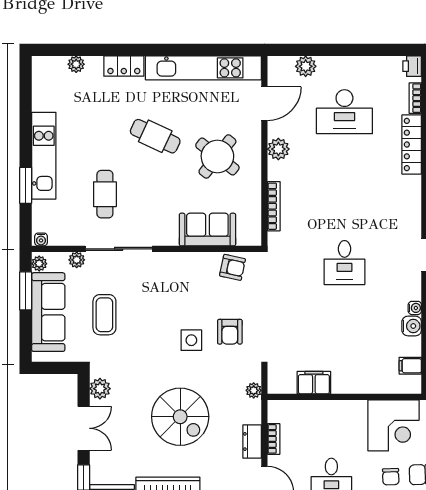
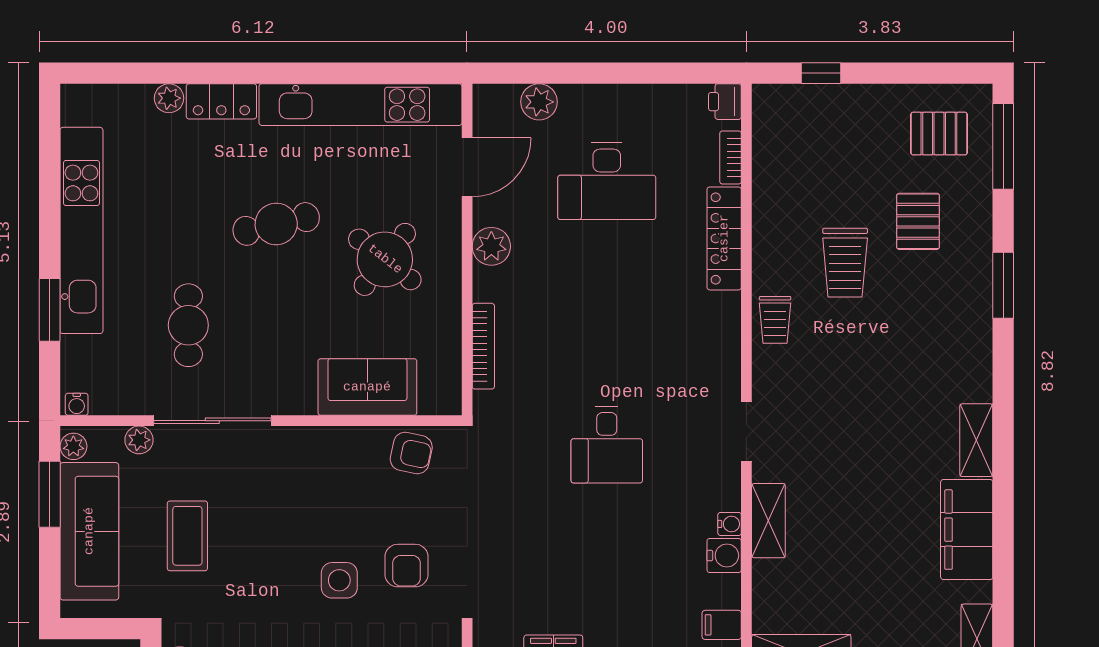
plant: (76, 64) -> (169, 98), moved
cafe table: (155, 136) -> (276, 224), turned -38
kitchen unit: (44, 156) -> (81, 230), width x1.36

